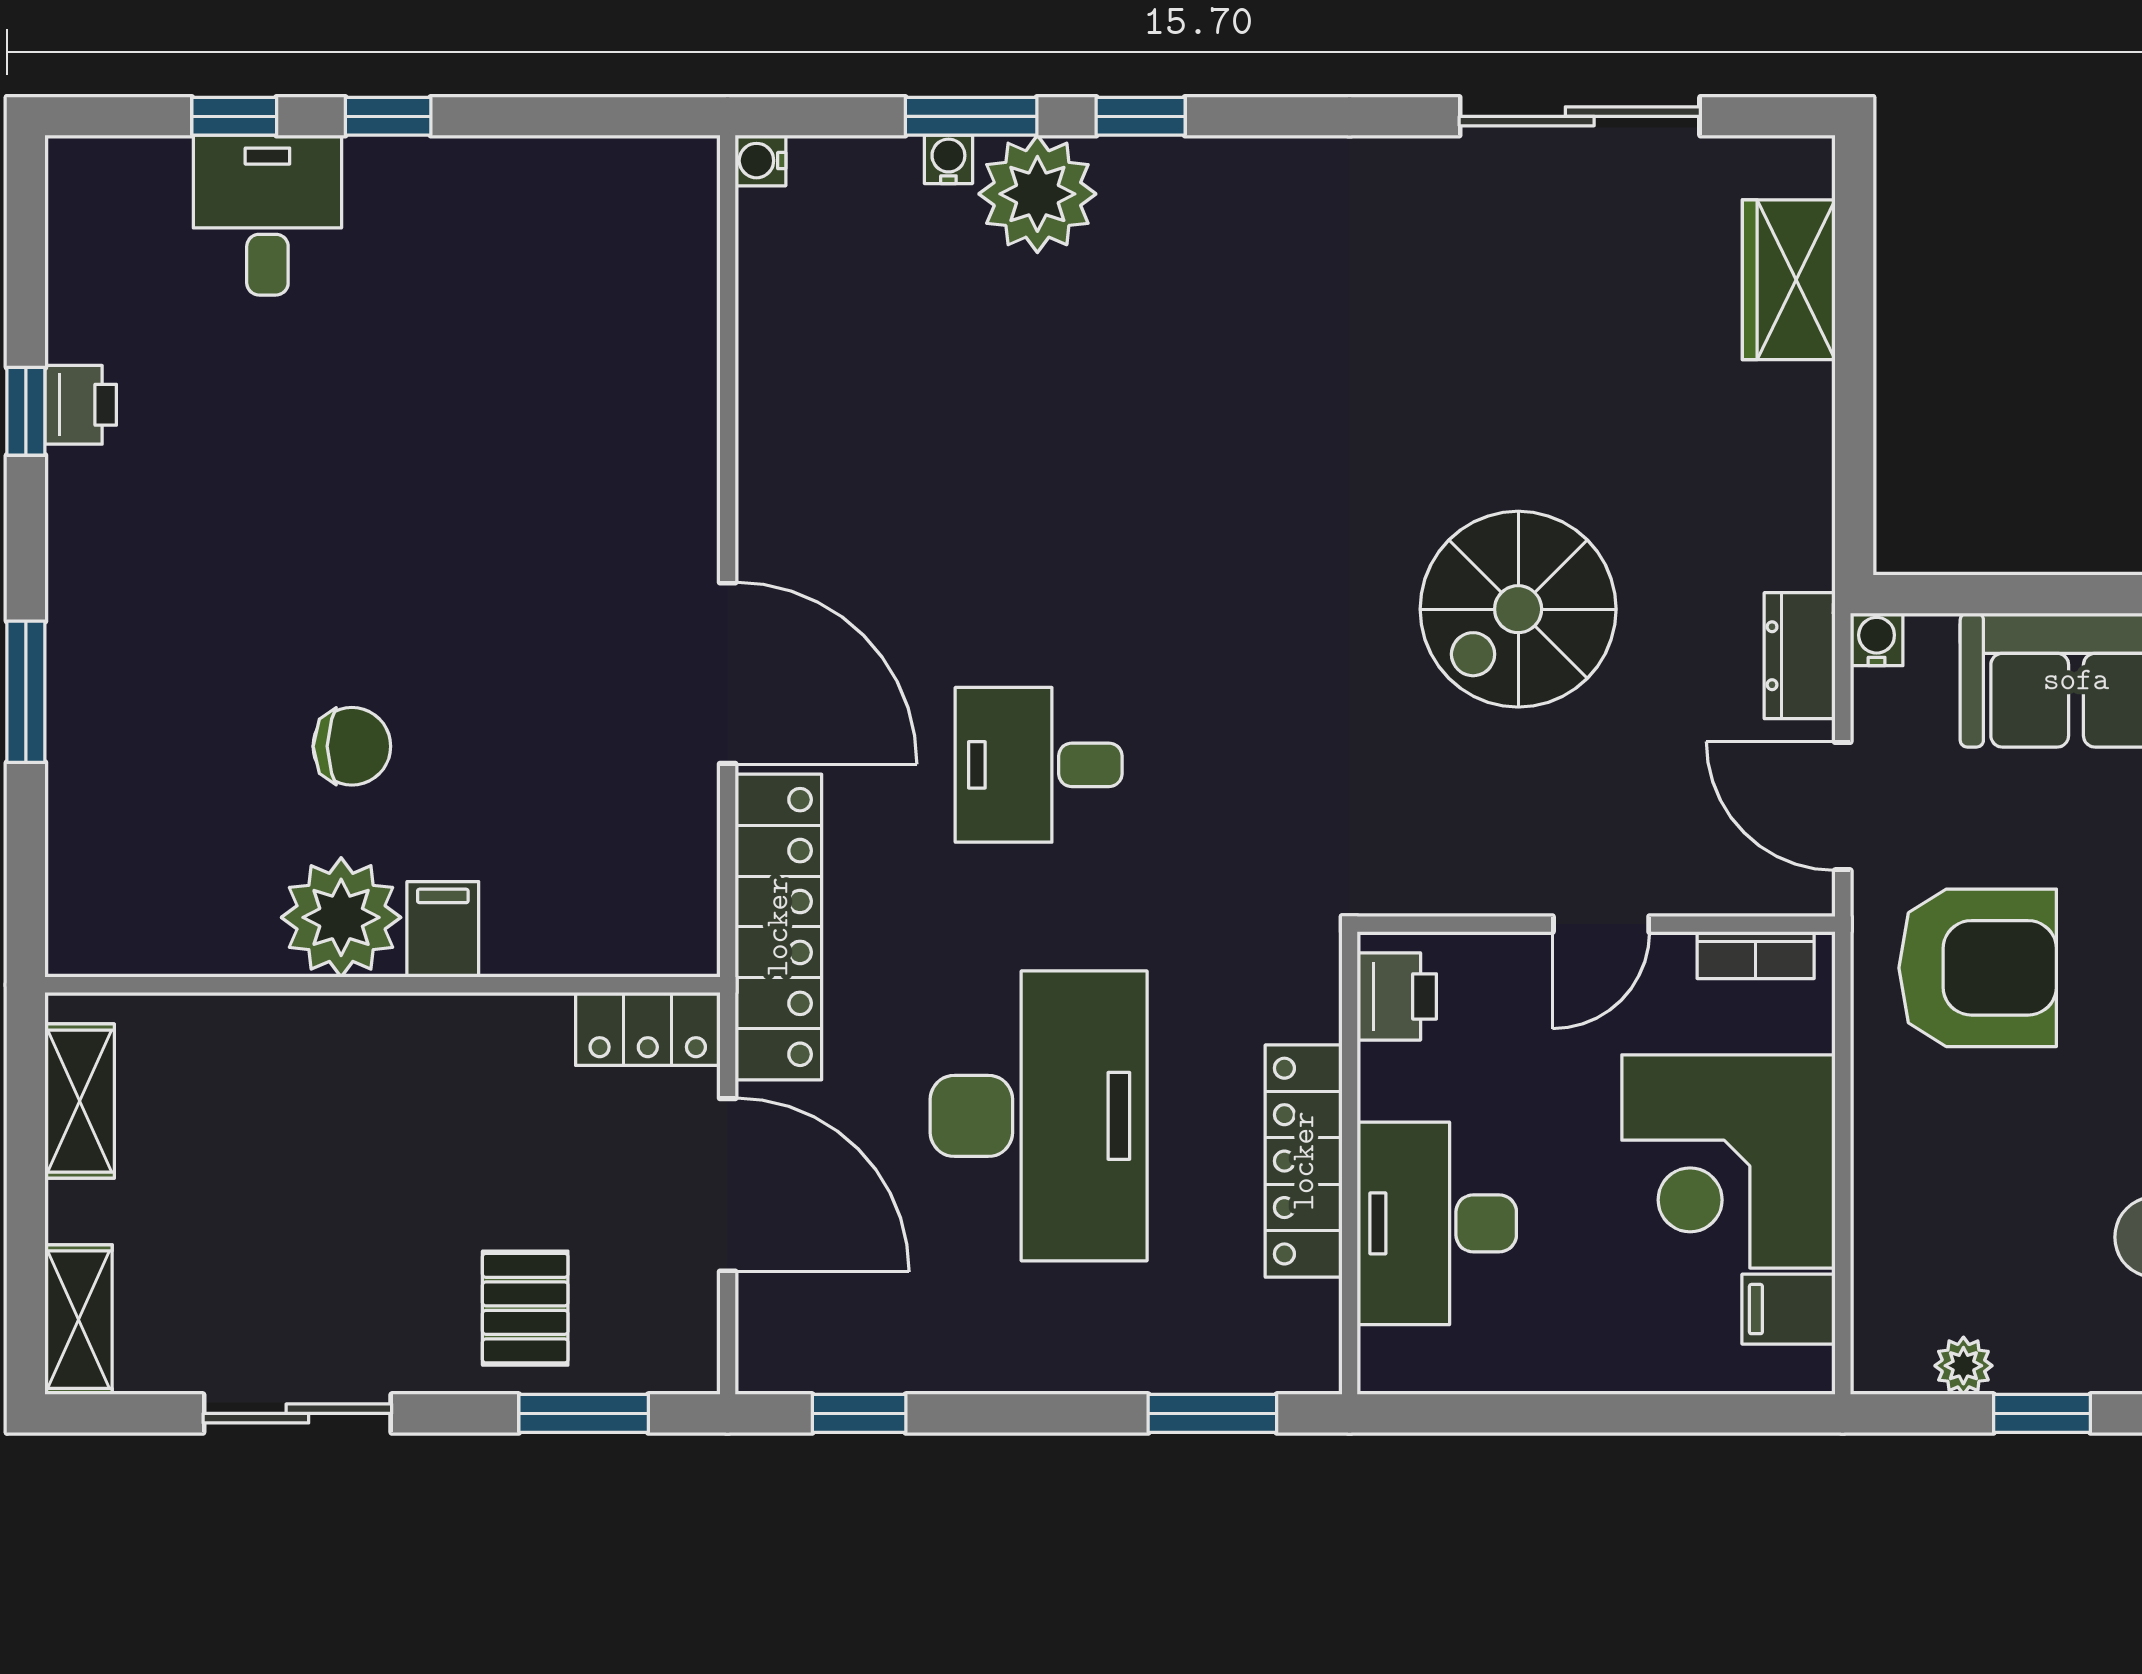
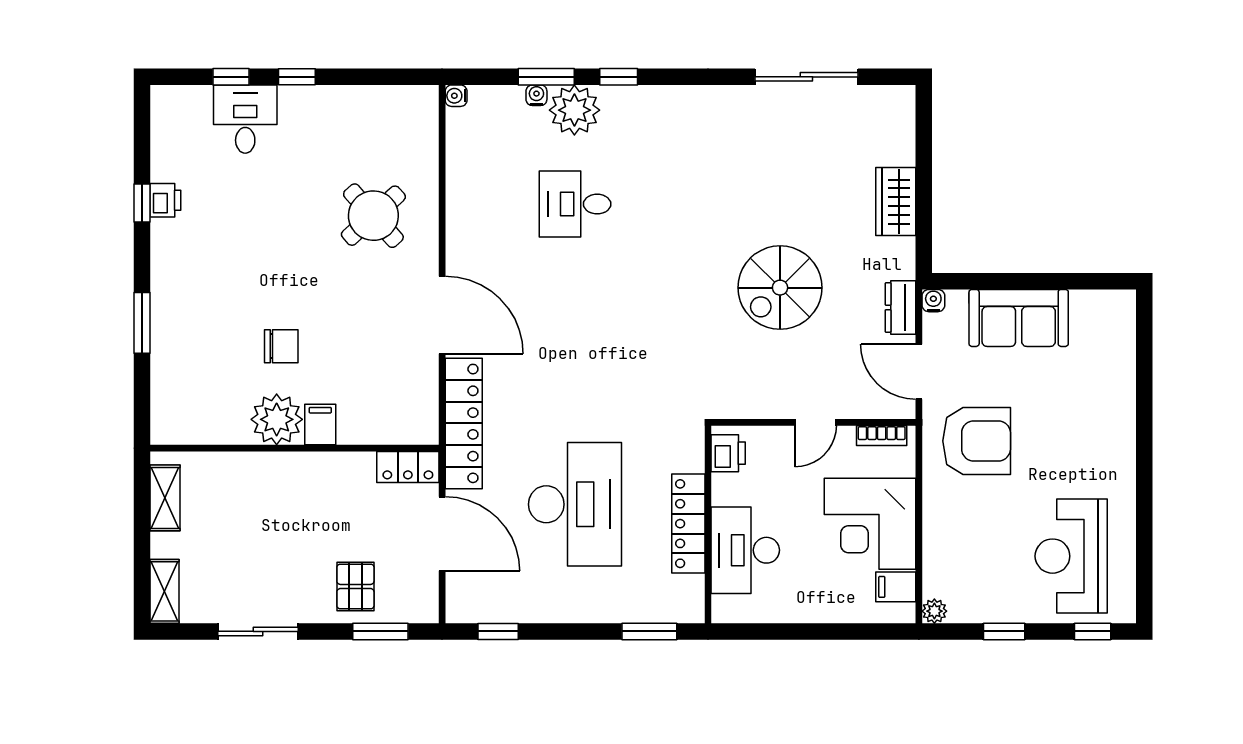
wardrobe: (1789, 280) -> (896, 202), moved
round table: (567, 441) -> (373, 216), added
desk: (1039, 765) -> (575, 204), moved
plant: (1963, 1366) -> (934, 611), moved

